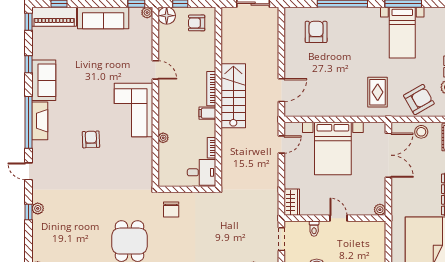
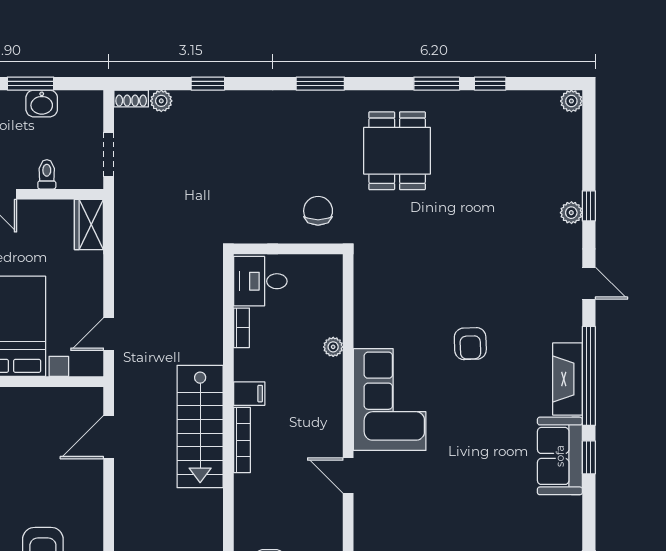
window: (29, 64) -> (589, 457), moved

